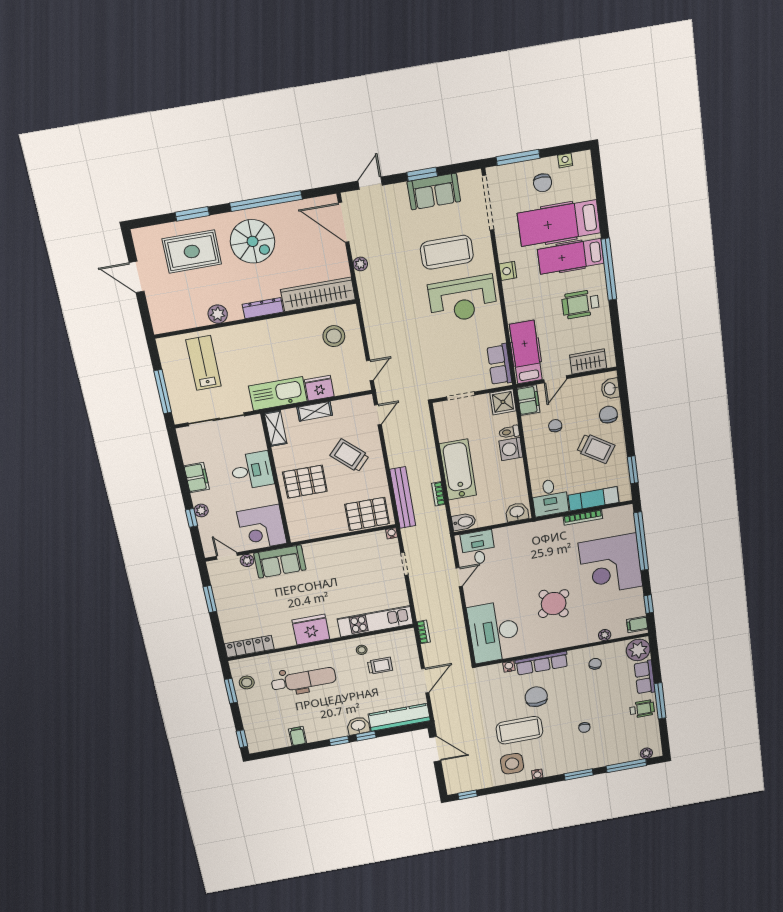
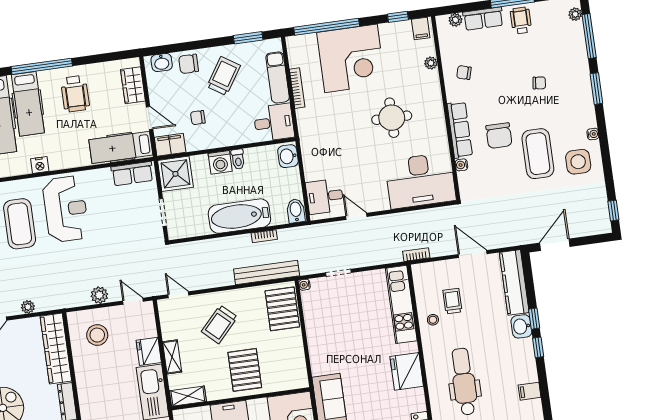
plant: (375, 337) -> (99, 295), added
shower: (503, 402) -> (175, 174), width x1.36, depth x1.36
toilet: (509, 432) -> (238, 159), moved
round table: (554, 604) -> (392, 118), turned 36
plant: (638, 650) -> (455, 20), width x0.53, depth x0.53
chair: (536, 697) -> (499, 136), turned -90

